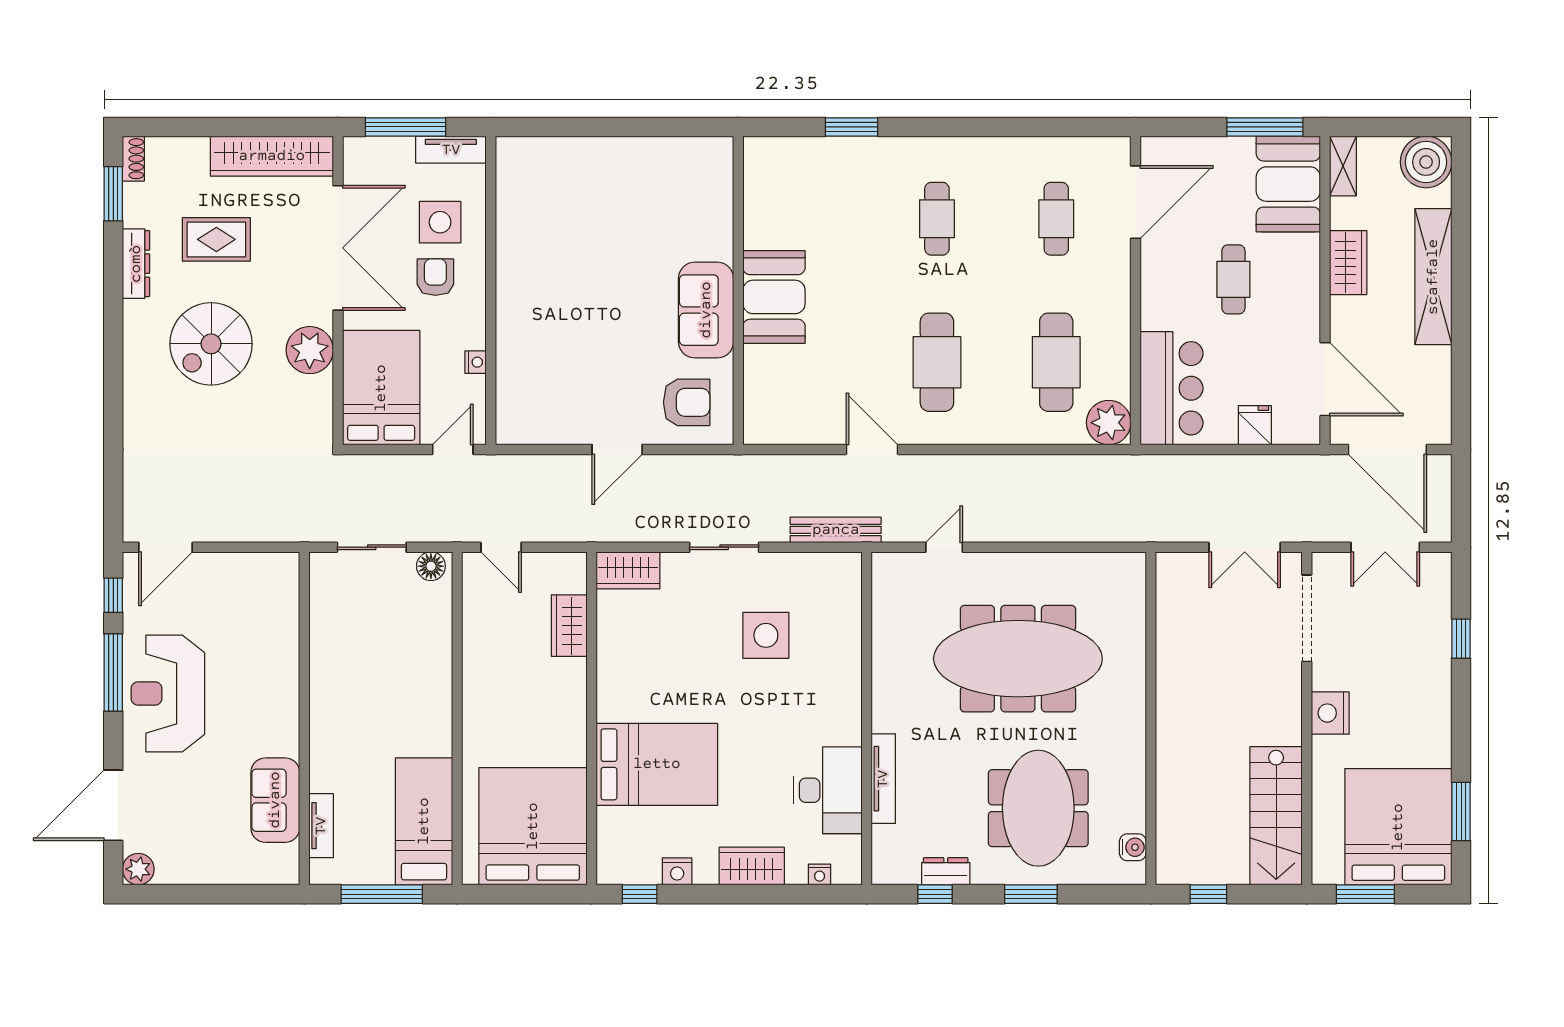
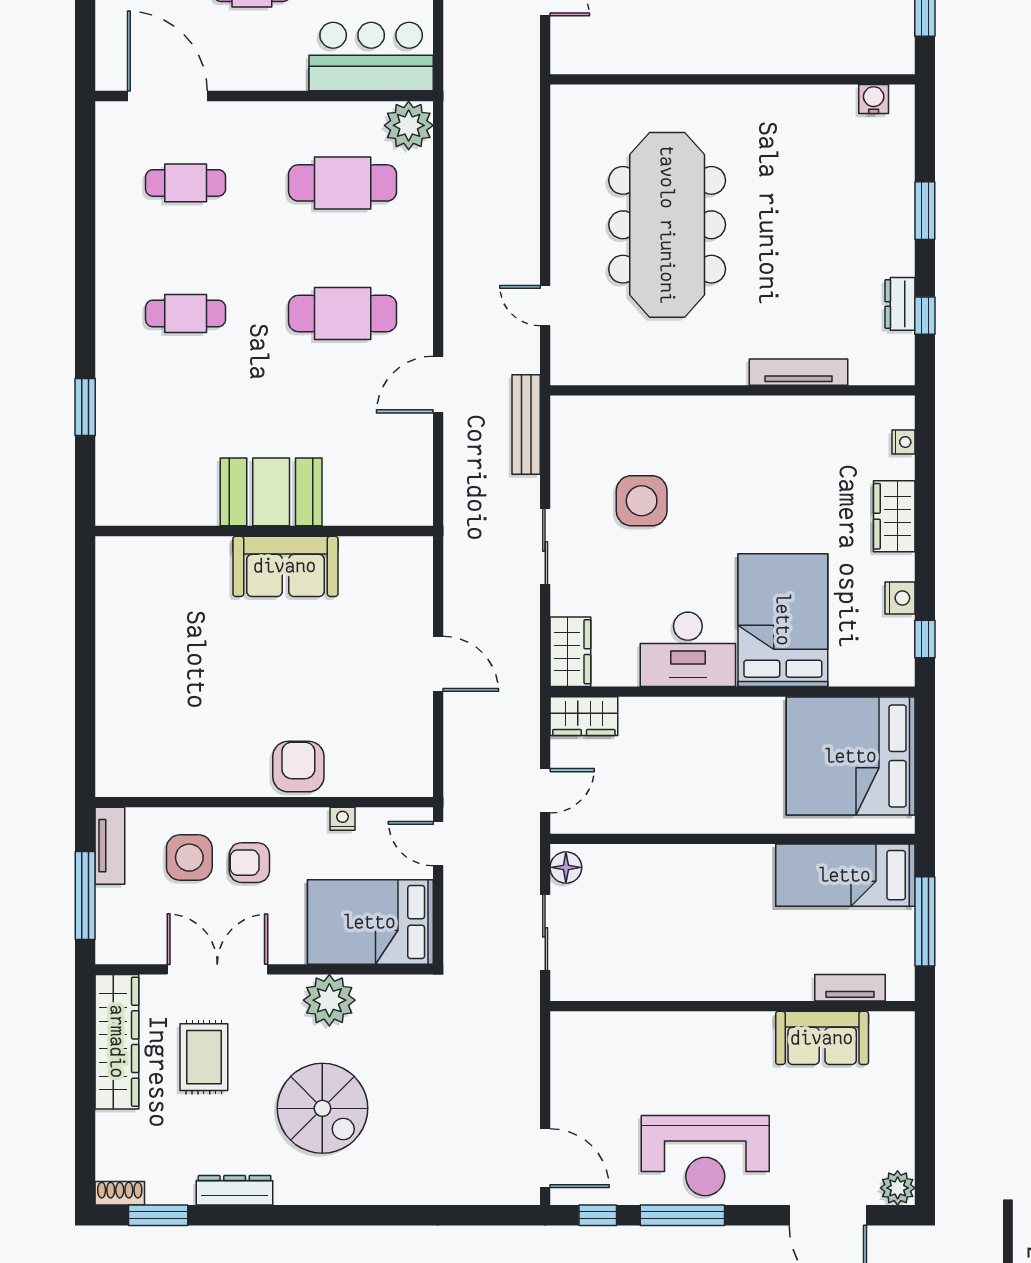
rug: (216, 239) -> (204, 1057), moved
double door: (338, 248) -> (217, 969), width x0.73
armchair: (687, 402) -> (298, 767), moved
wardrobe: (569, 626) -> (584, 716), moved
desk: (828, 790) -> (688, 649), moved, turned 180
meeting table: (1038, 808) -> (831, 203), removed

